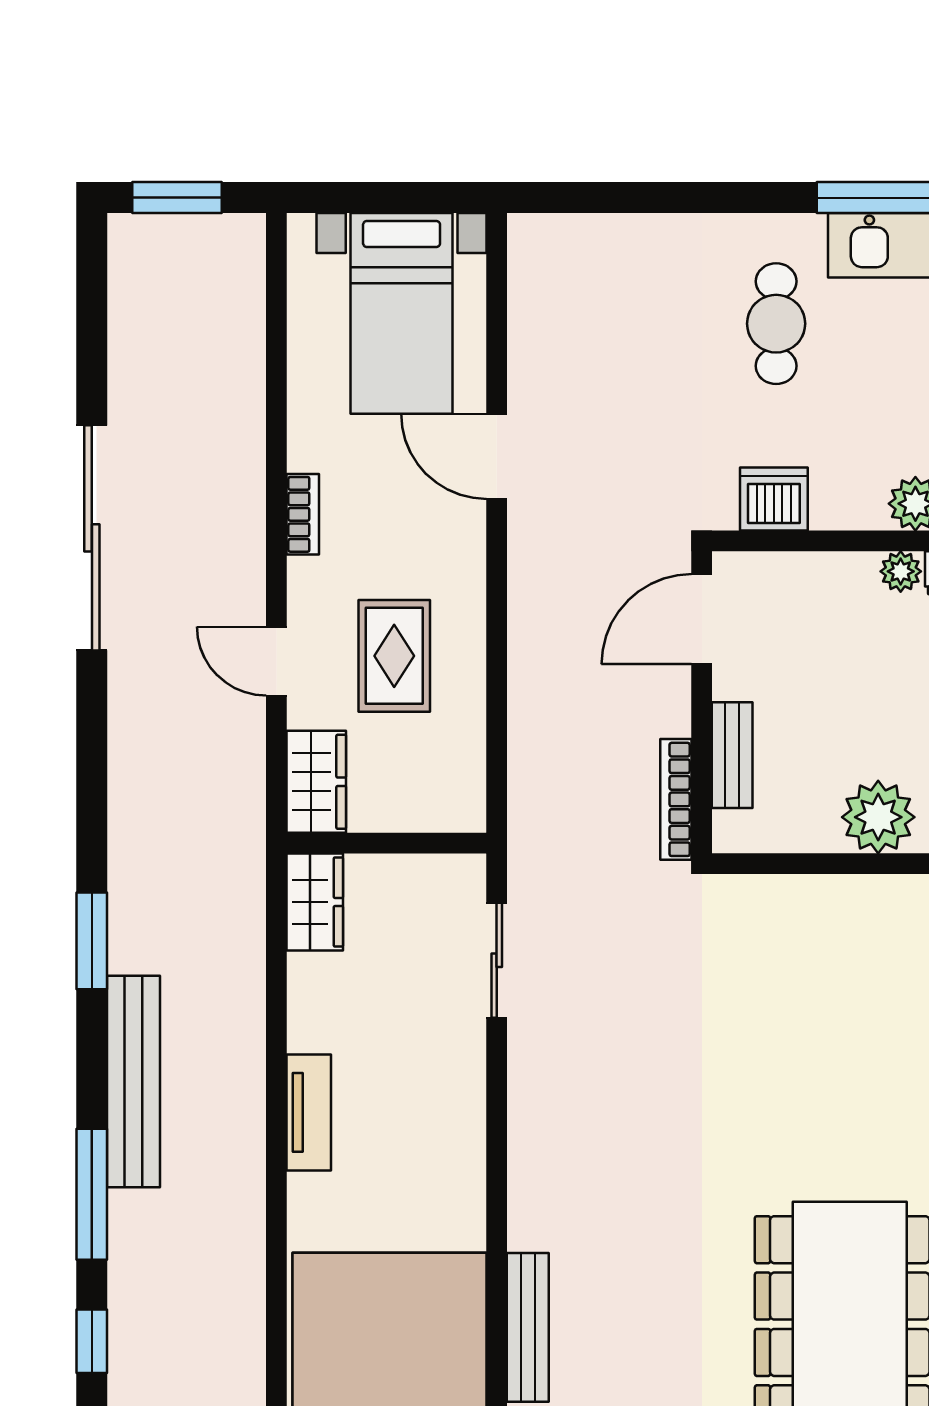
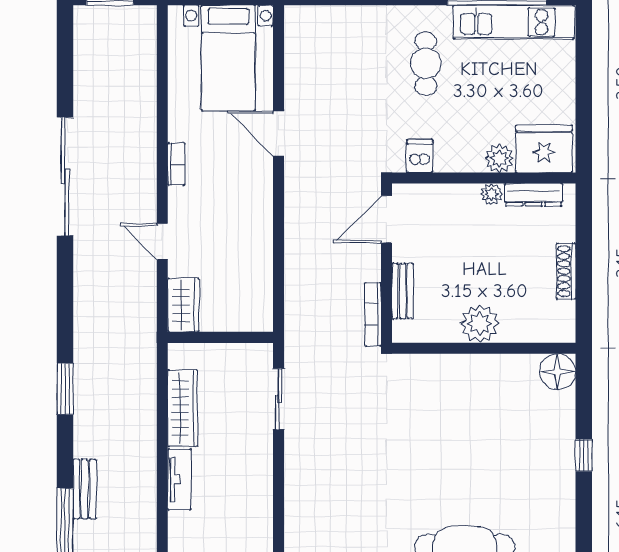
dishwasher: (774, 499) -> (420, 156), width x0.73
rug: (394, 656) -> (225, 239), removed
wardrobe: (315, 902) -> (183, 408), moved, width x1.50
bench: (134, 1082) -> (85, 489), width x0.54, depth x0.82

